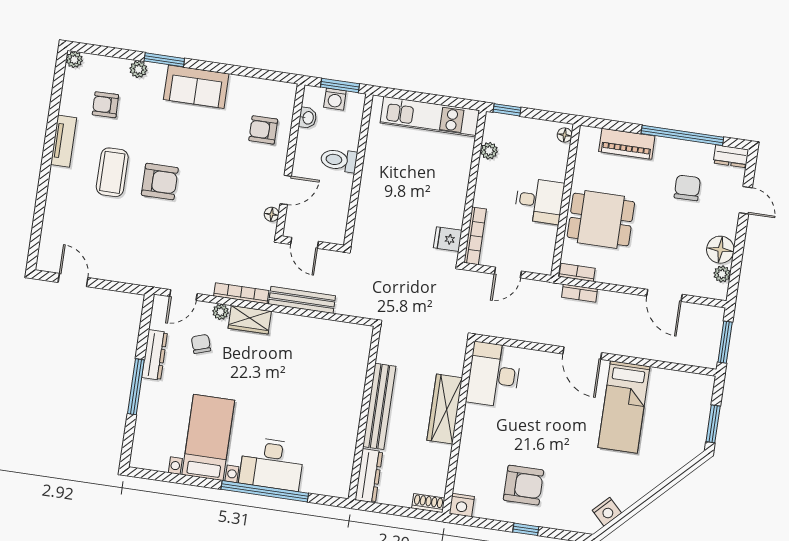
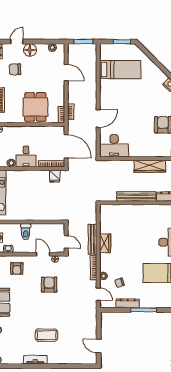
armchair: (105, 105) -> (16, 343), removed
armchair: (160, 182) -> (49, 285), moved
desk: (539, 201) -> (26, 157), moved, turned 180
door: (305, 243) -> (66, 242), hinge flipped
floor lamp: (720, 250) -> (30, 50), moved
door: (508, 273) -> (66, 146), width x1.88
door: (73, 280) -> (99, 346), hinge flipped
door: (664, 295) -> (66, 73), hinge flipped
wardrobe: (250, 320) -> (105, 243), moved
door: (582, 353) -> (98, 119), moved
bed: (624, 407) -> (120, 70), moved
wardrobe: (445, 409) -> (150, 166), moved

